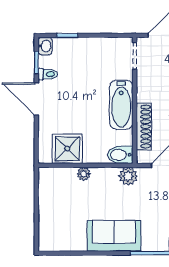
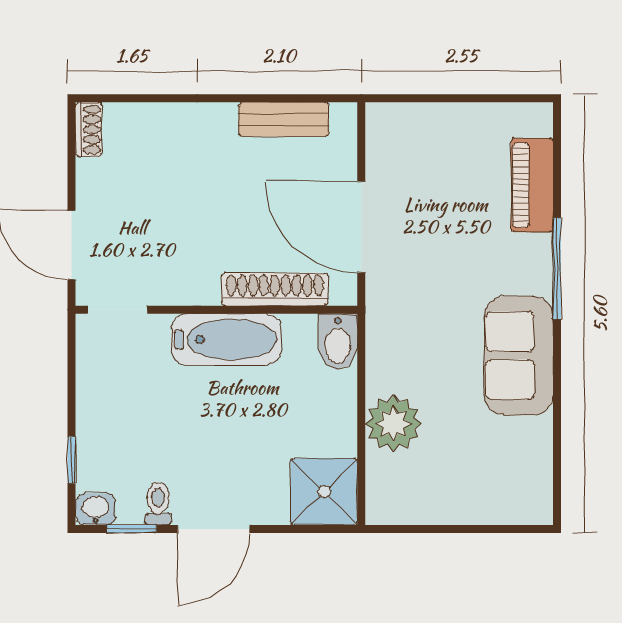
shower: (67, 149) -> (324, 492), moved
plant: (84, 174) -> (393, 424), width x1.88, depth x1.88
plant: (128, 176) -> (386, 324), removed

